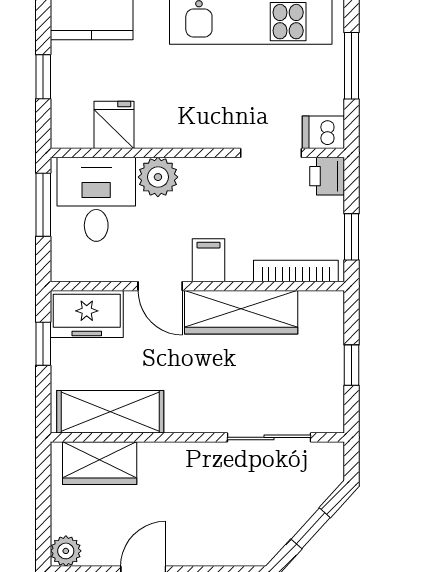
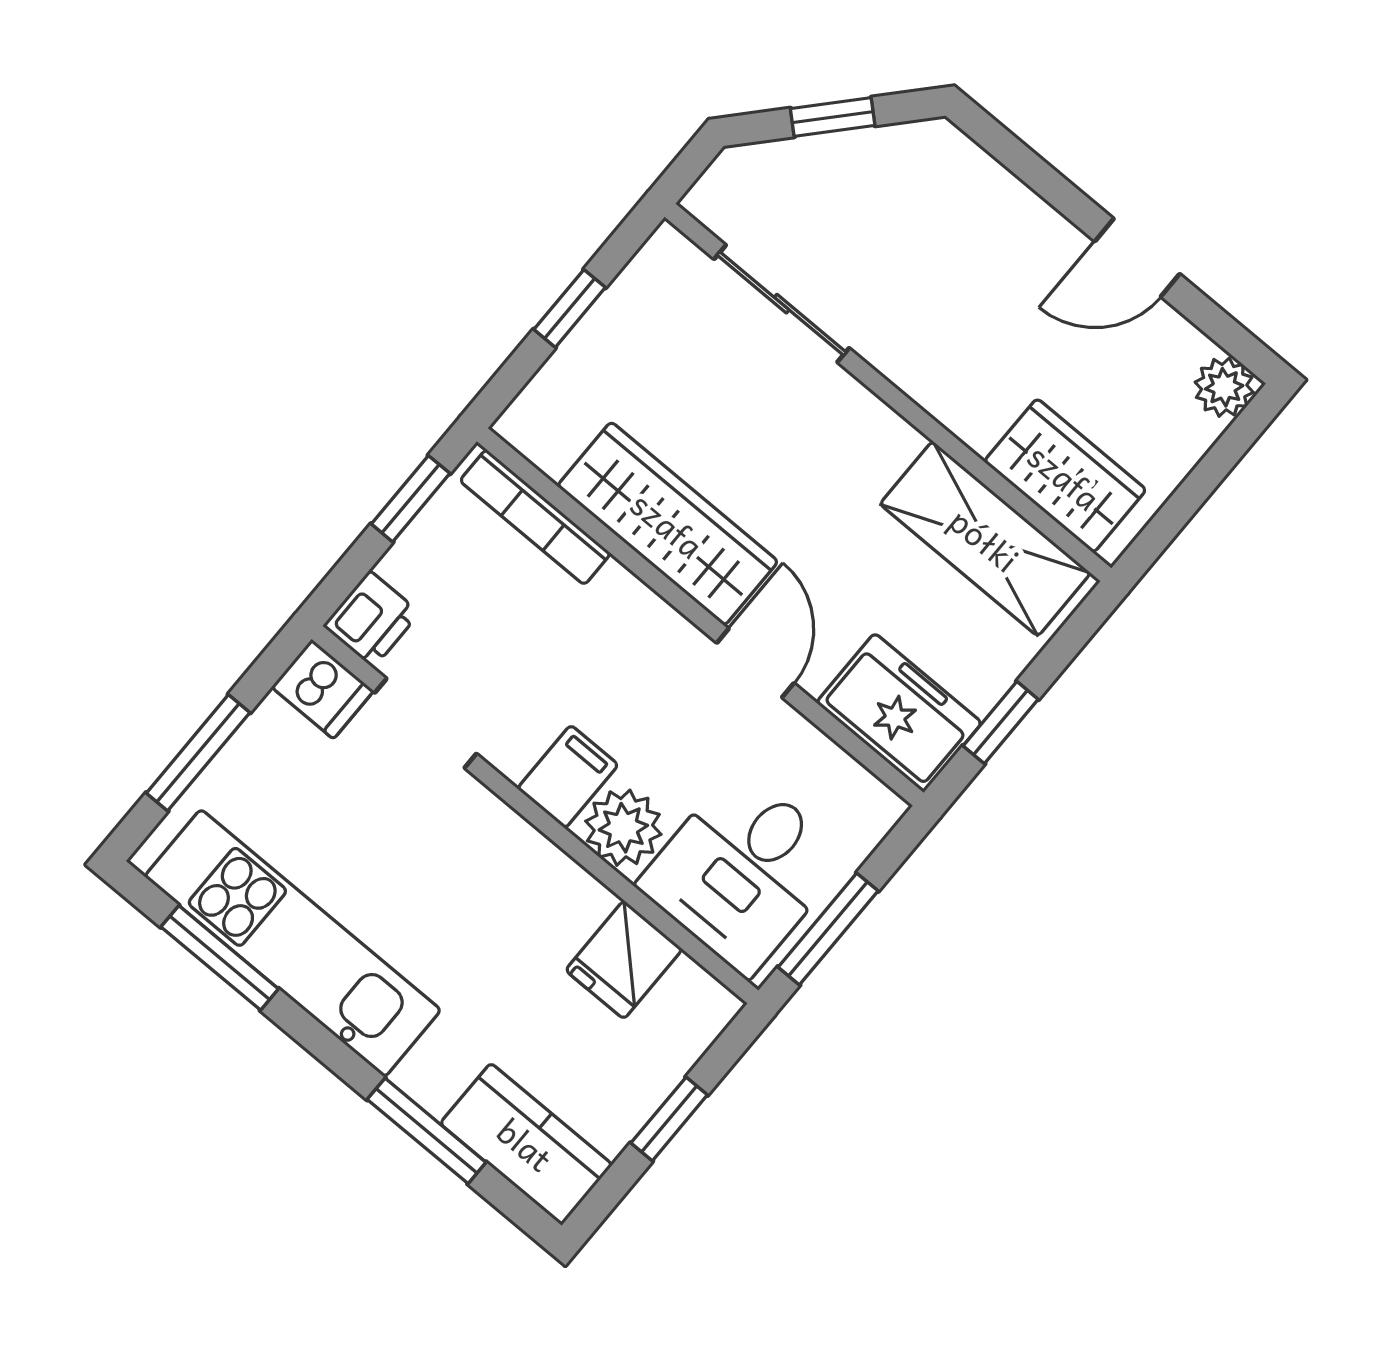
filing cabinet: (208, 260) -> (568, 777), moved, turned 180

